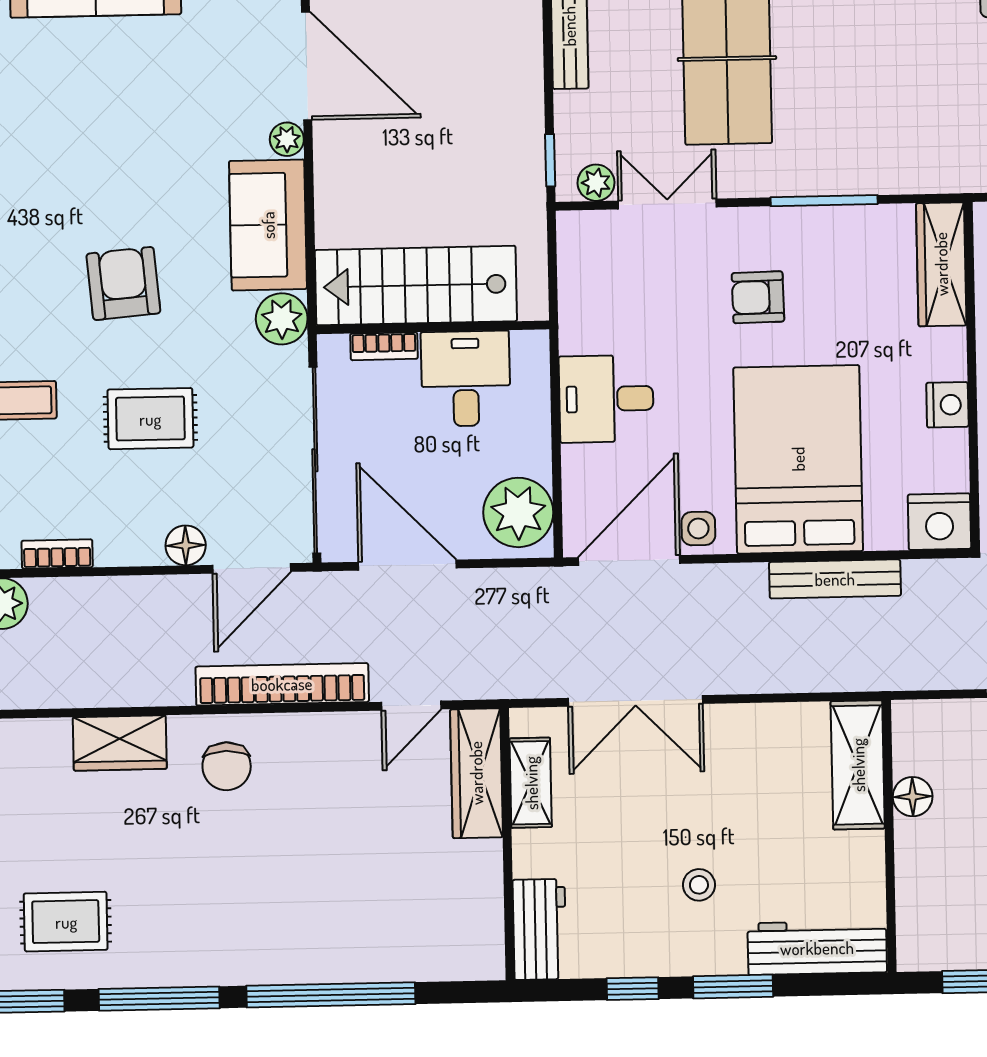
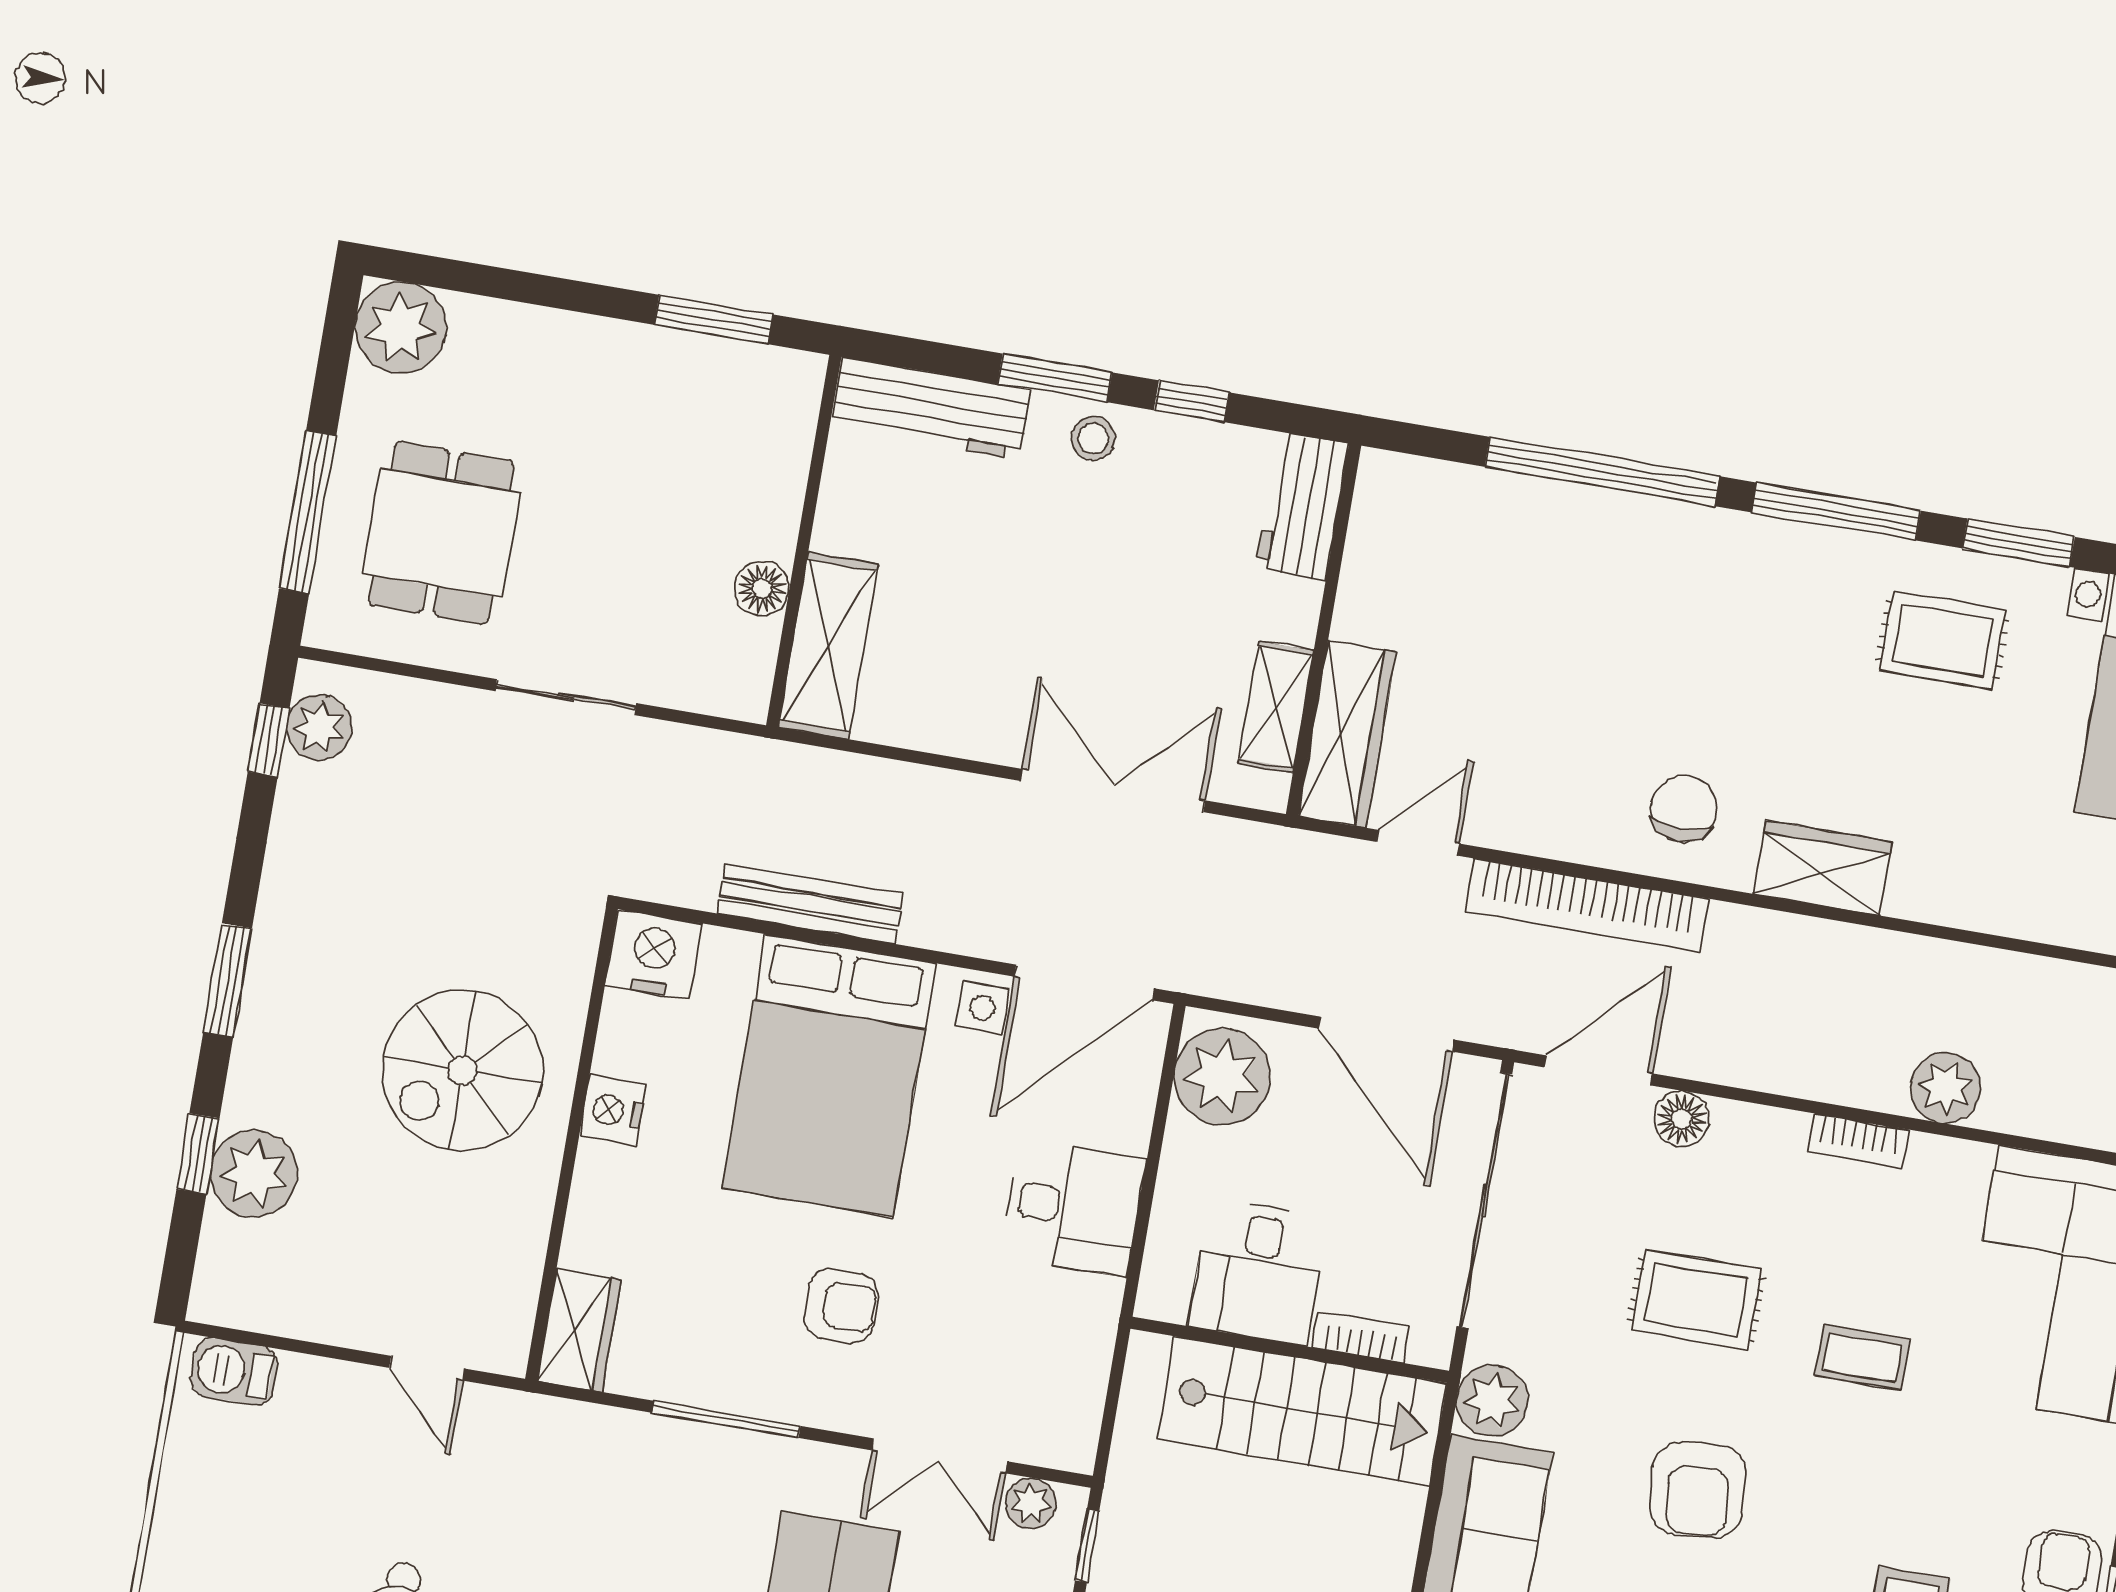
wardrobe: (941, 264) -> (579, 1331), width x0.67
stool: (699, 885) -> (1093, 438), moved

